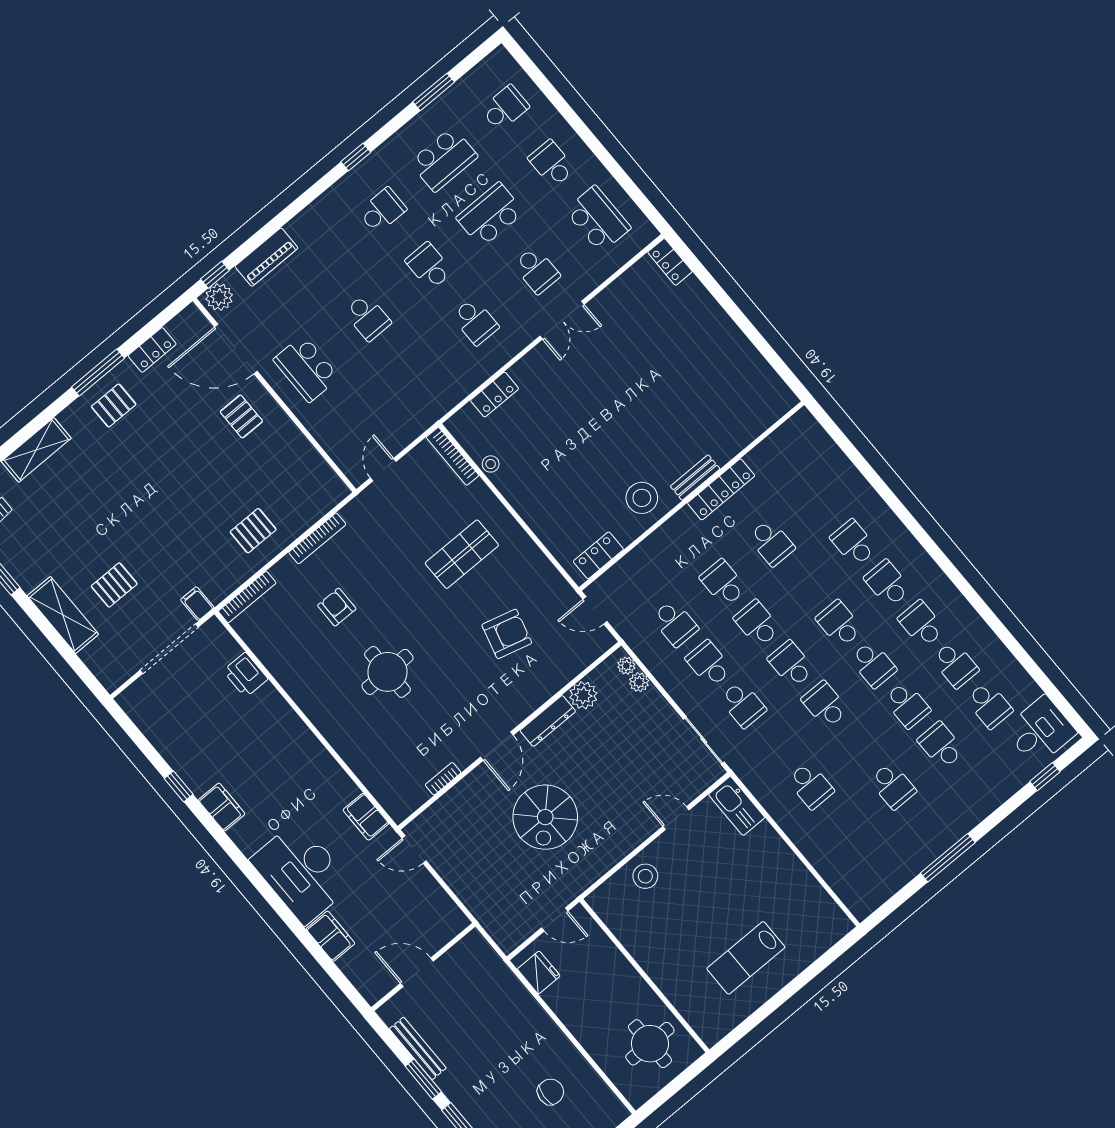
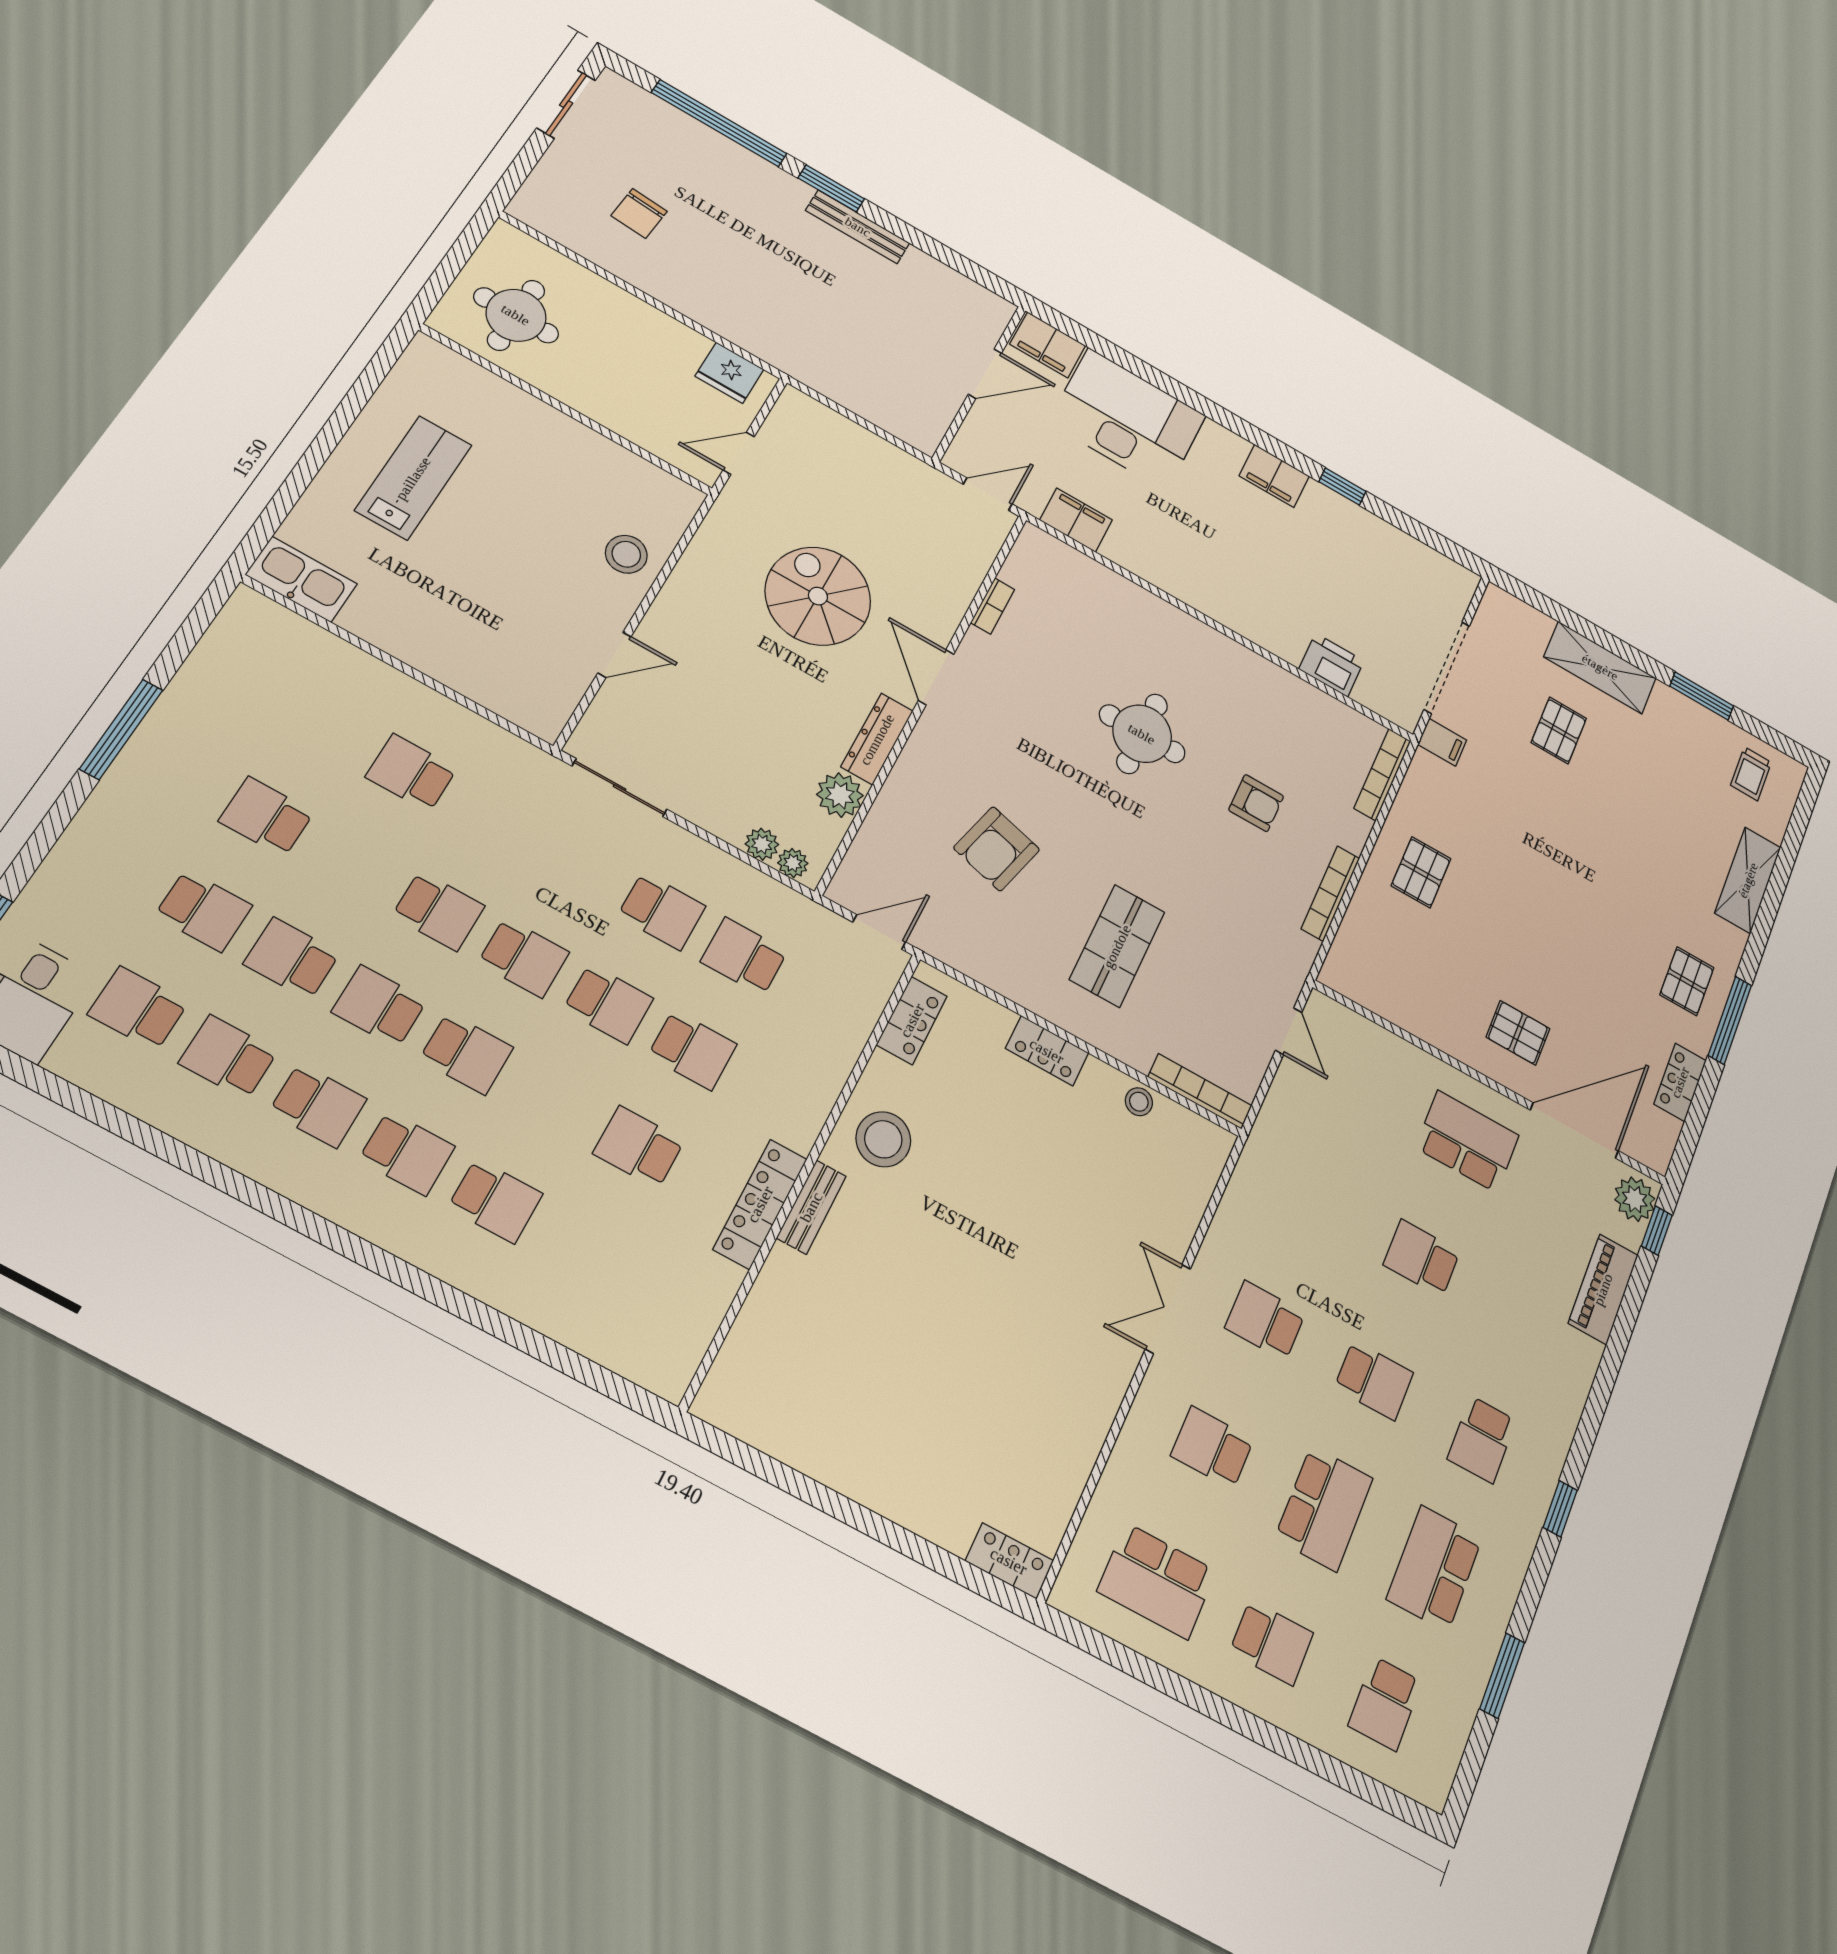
double door: (562, 320) -> (1168, 1309), moved
locker: (495, 395) -> (1047, 1051), moved, turned -90
school desk: (743, 704) -> (579, 865), removed
kitchen sink: (737, 806) -> (301, 579), moved
wall: (423, 967) -> (980, 383), moved
door: (417, 972) -> (985, 374), moved

